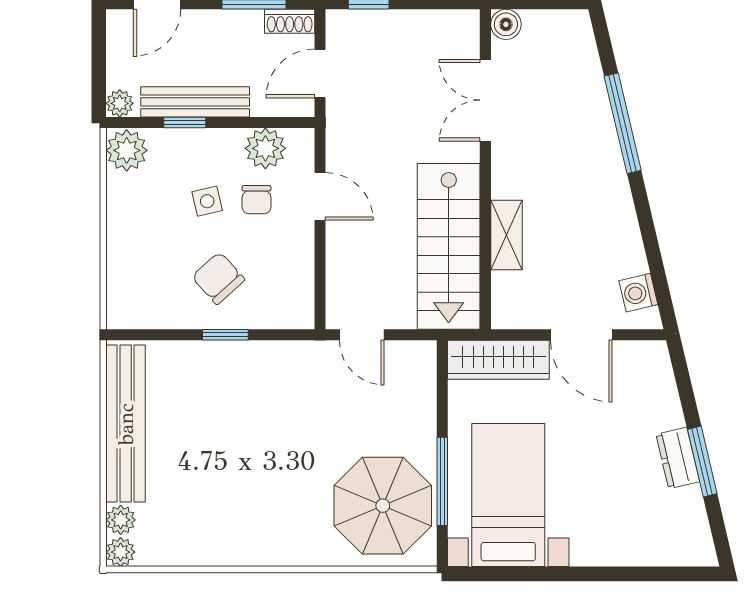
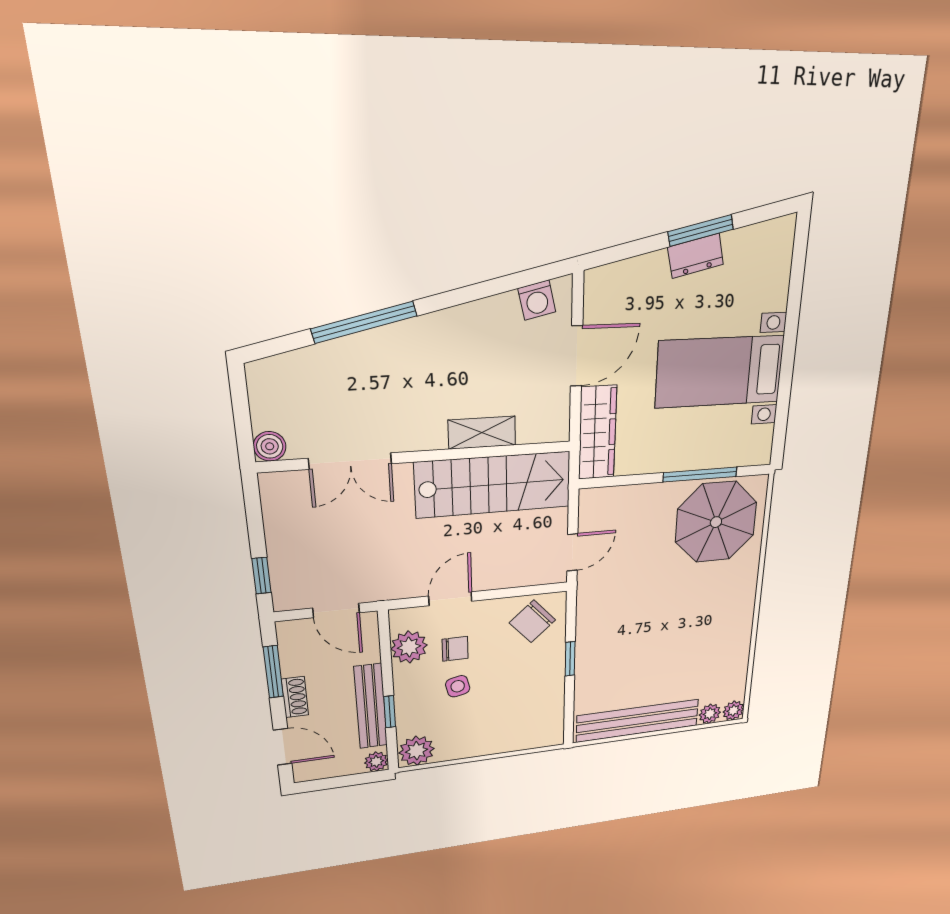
shoe rack: (290, 21) -> (295, 697), moved
chair: (218, 278) -> (532, 621), moved
bed with nightstands: (508, 495) -> (720, 372), moved

